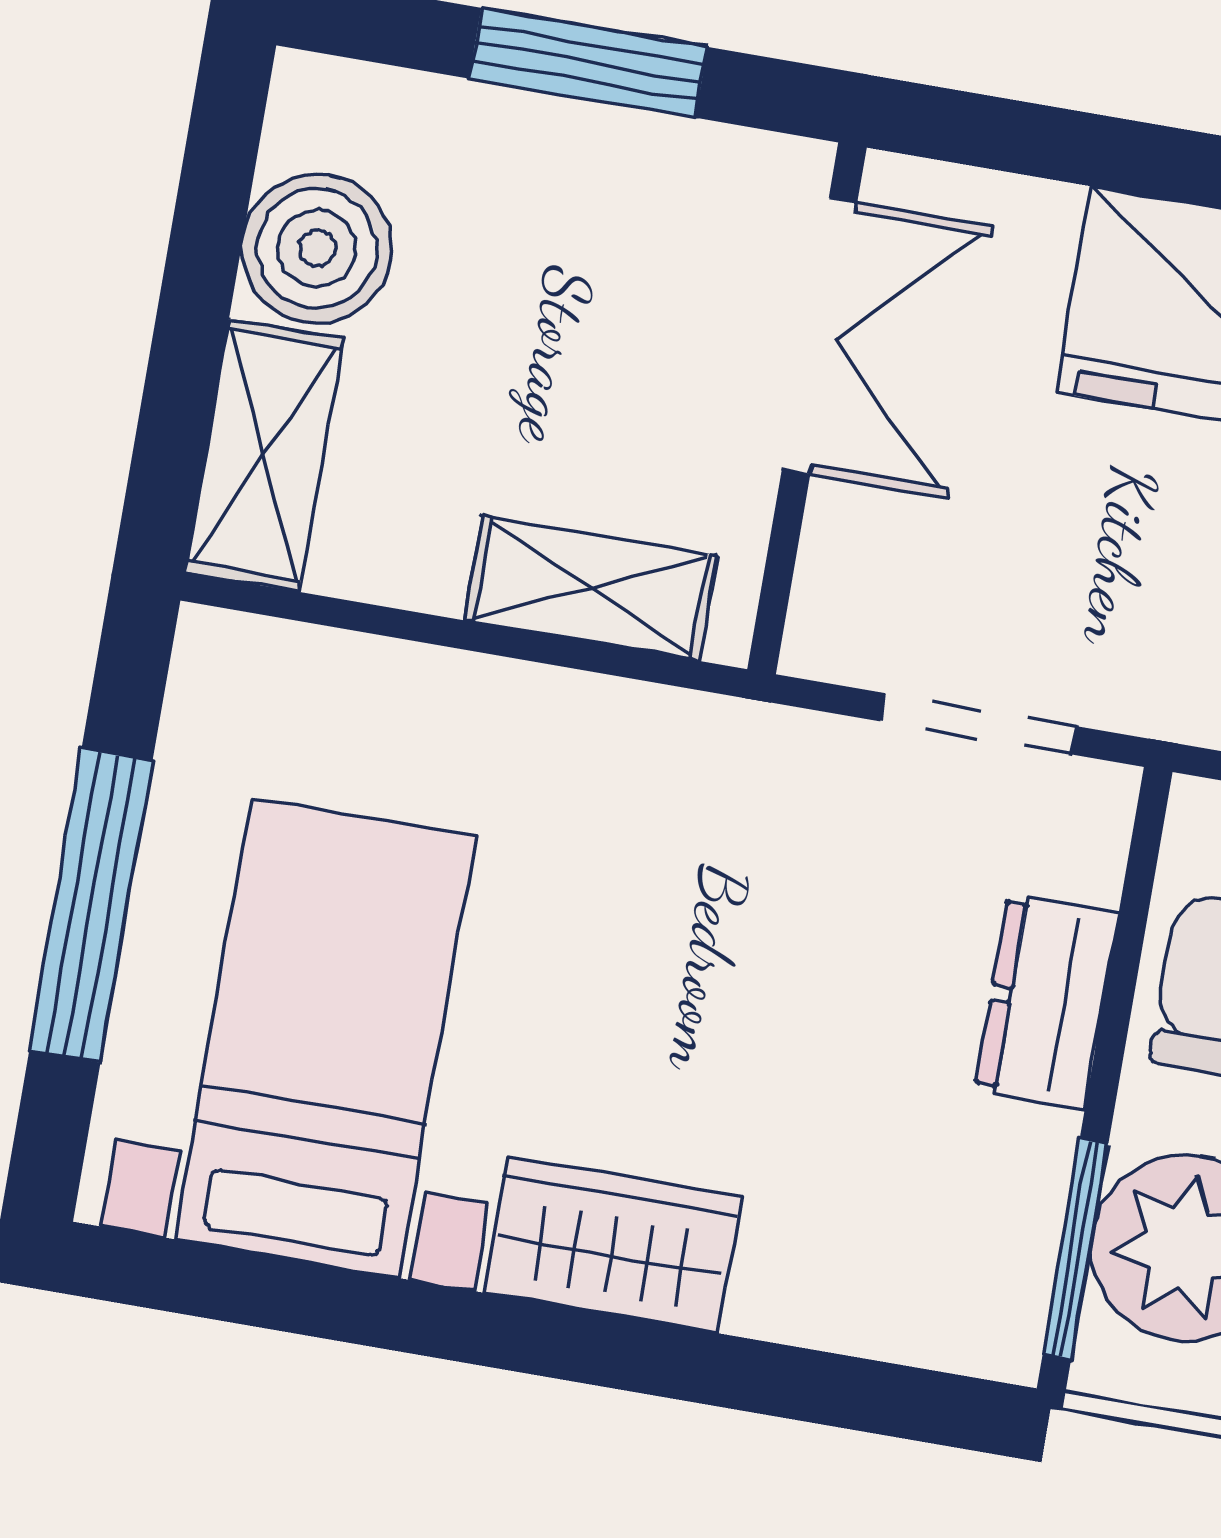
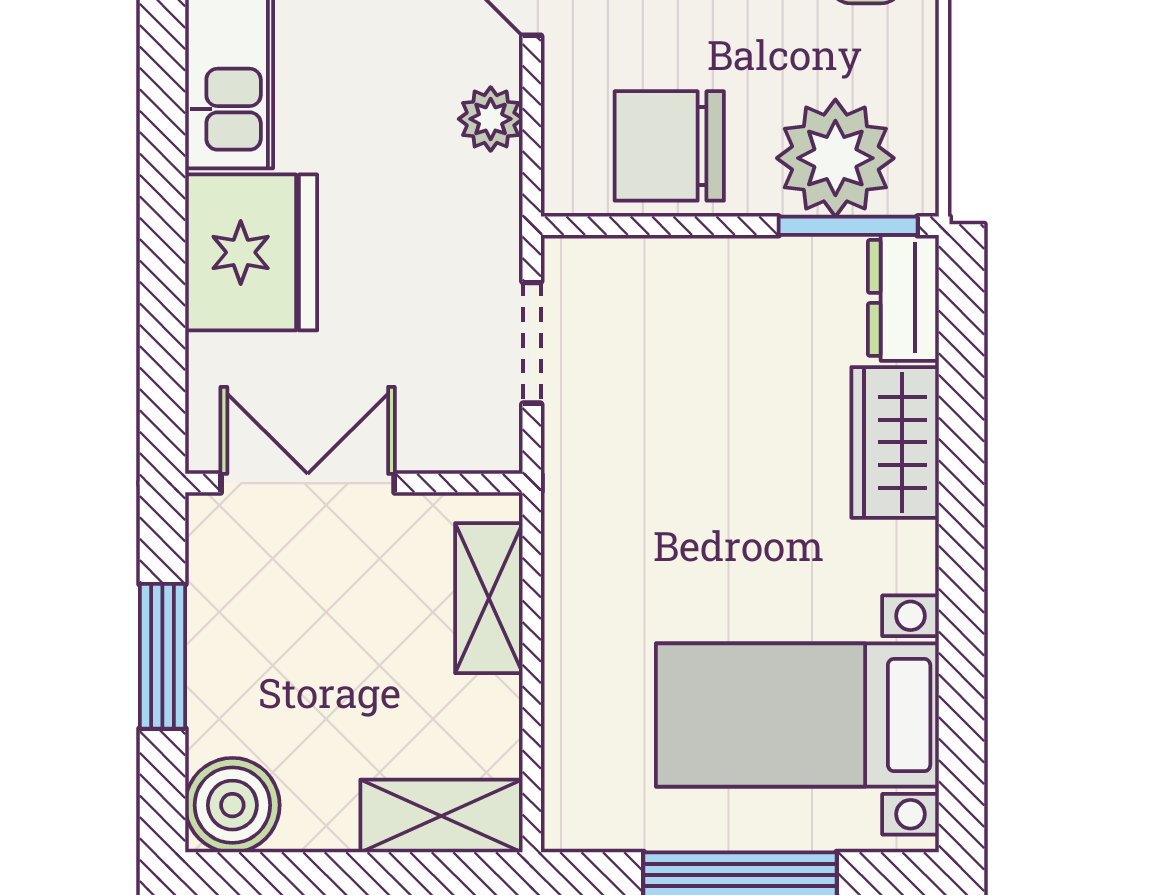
boiler: (317, 248) -> (232, 805), moved
dresser: (1047, 1002) -> (903, 298), moved, turned 90
wardrobe: (613, 1245) -> (895, 442), moved

